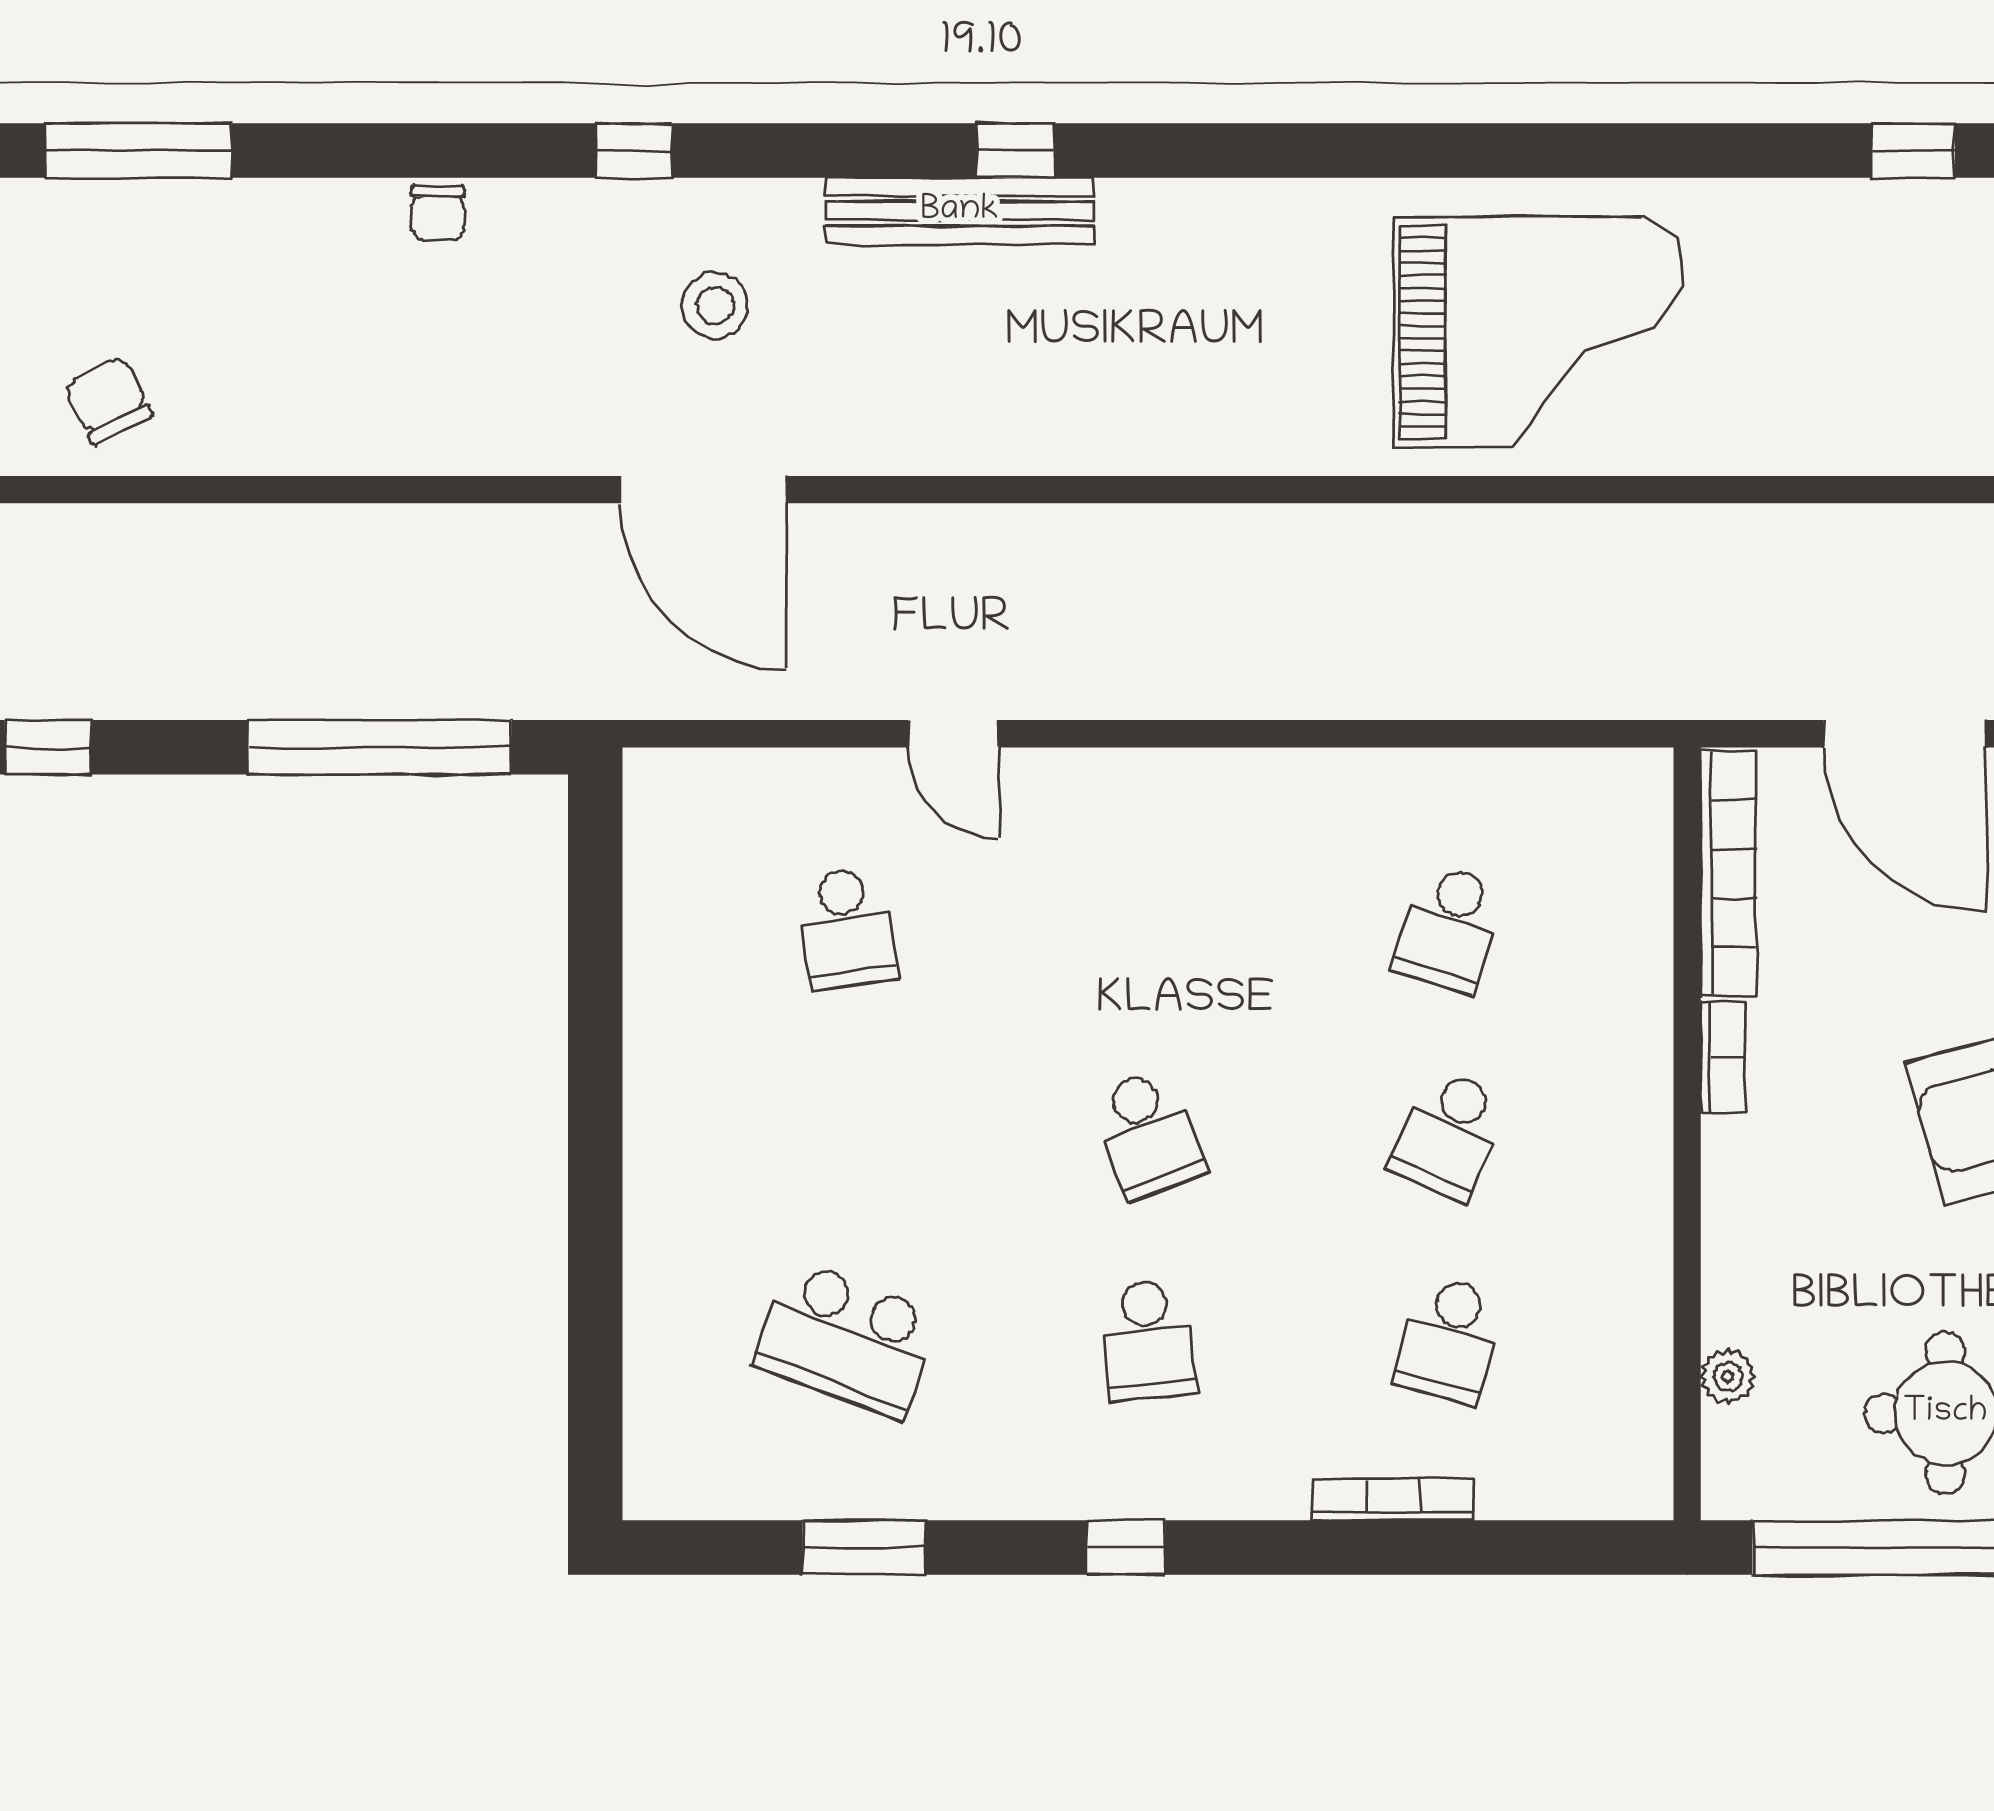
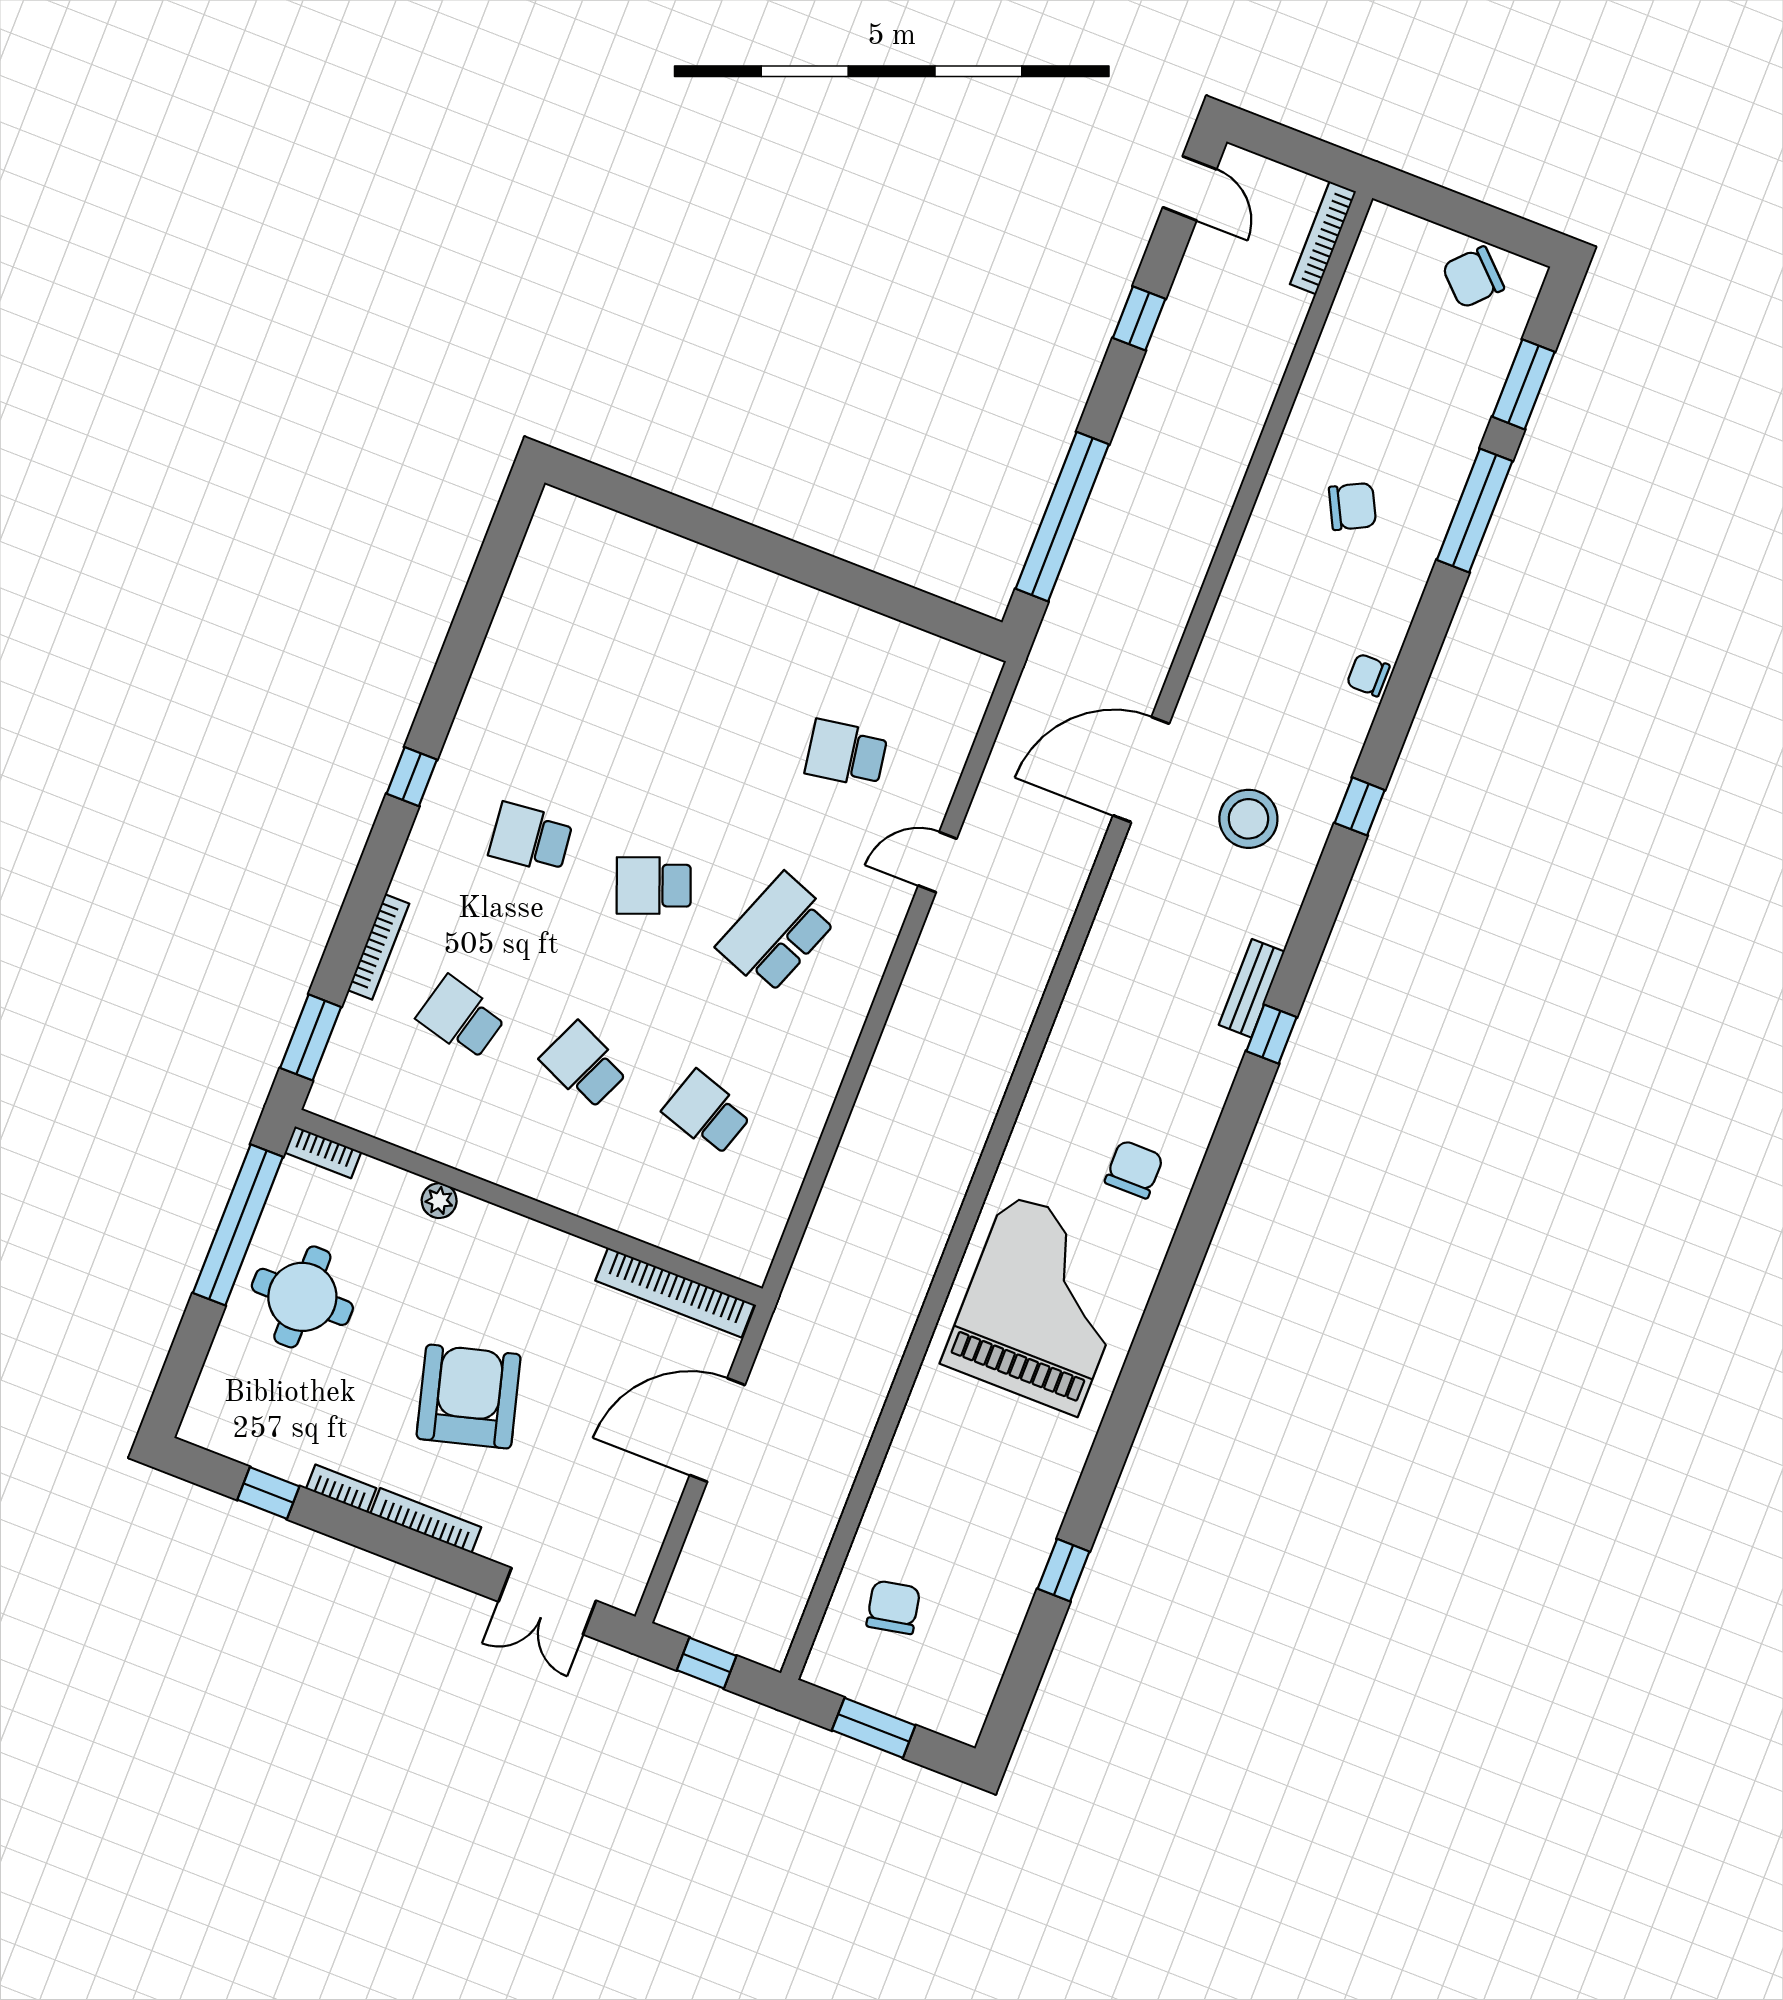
bench: (960, 211) -> (1252, 988), width x0.54, depth x0.82
chair: (1290, 274) -> (1134, 1169), added
stool: (715, 306) -> (1248, 819), width x1.38, depth x1.38
grand piano: (1538, 332) -> (1042, 1304), turned 180
chair: (108, 401) -> (1352, 506), moved
bookcase: (1723, 1057) -> (323, 1152), moved
school desk: (847, 1340) -> (777, 933), moved
plant: (1728, 1377) -> (439, 1201), moved
window: (864, 1548) -> (311, 1037), moved

